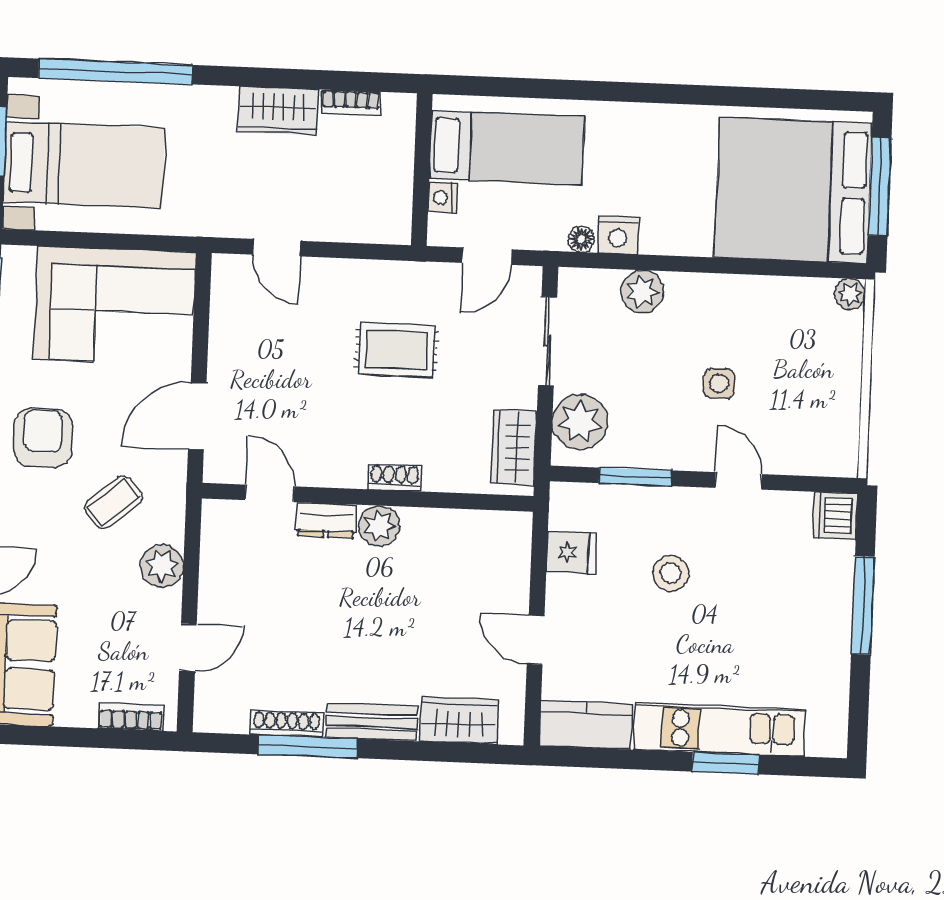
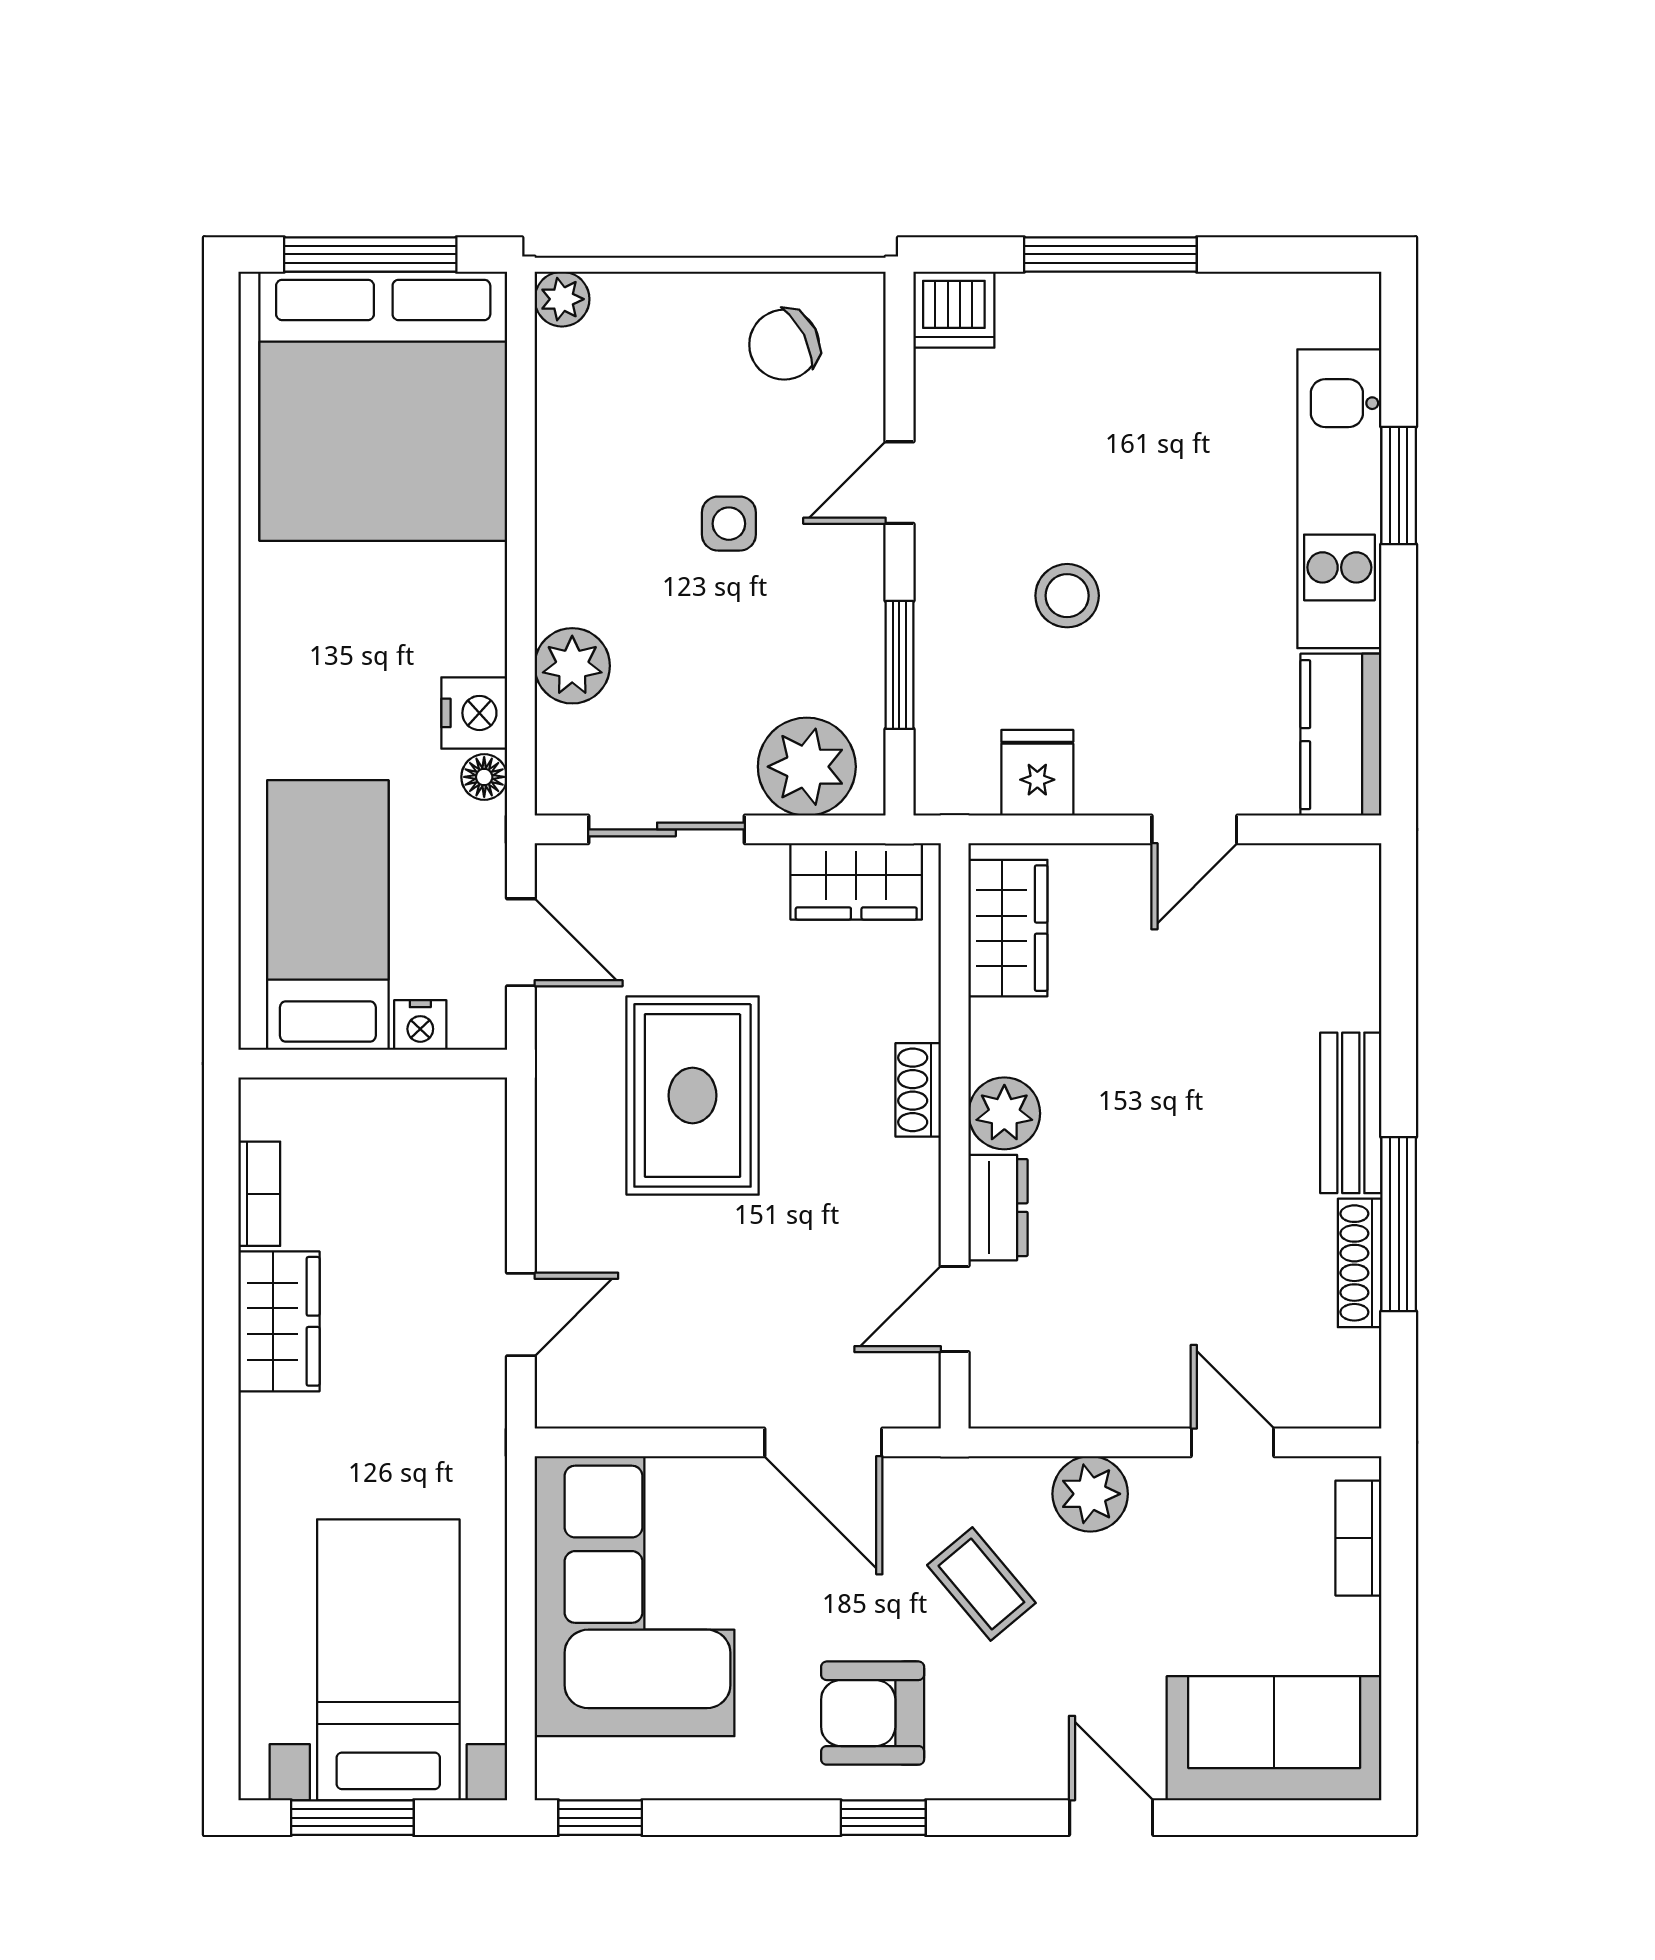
window: (115, 72) -> (221, 1612), removed
rug: (396, 350) -> (693, 1095), width x1.36, depth x1.43
chair: (819, 419) -> (784, 345), added
wardrobe: (459, 720) -> (1008, 928), moved, turned 180

